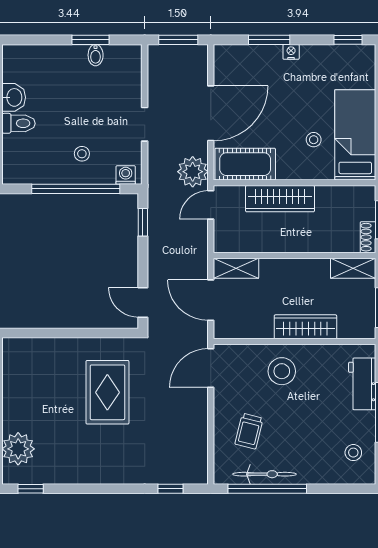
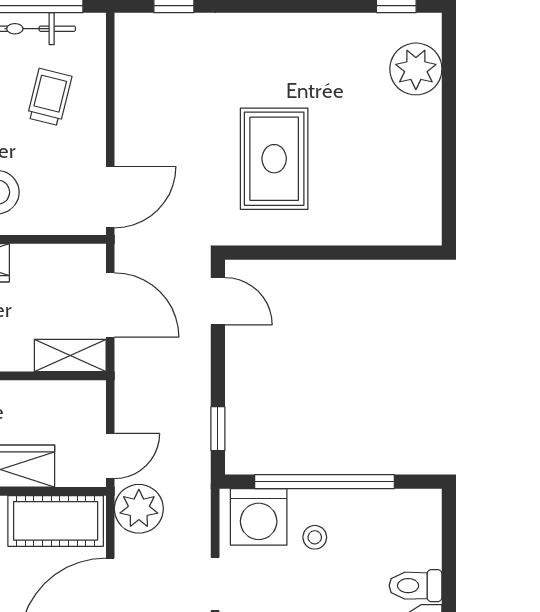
washing machine: (126, 175) -> (259, 517), width x1.89, depth x1.89

